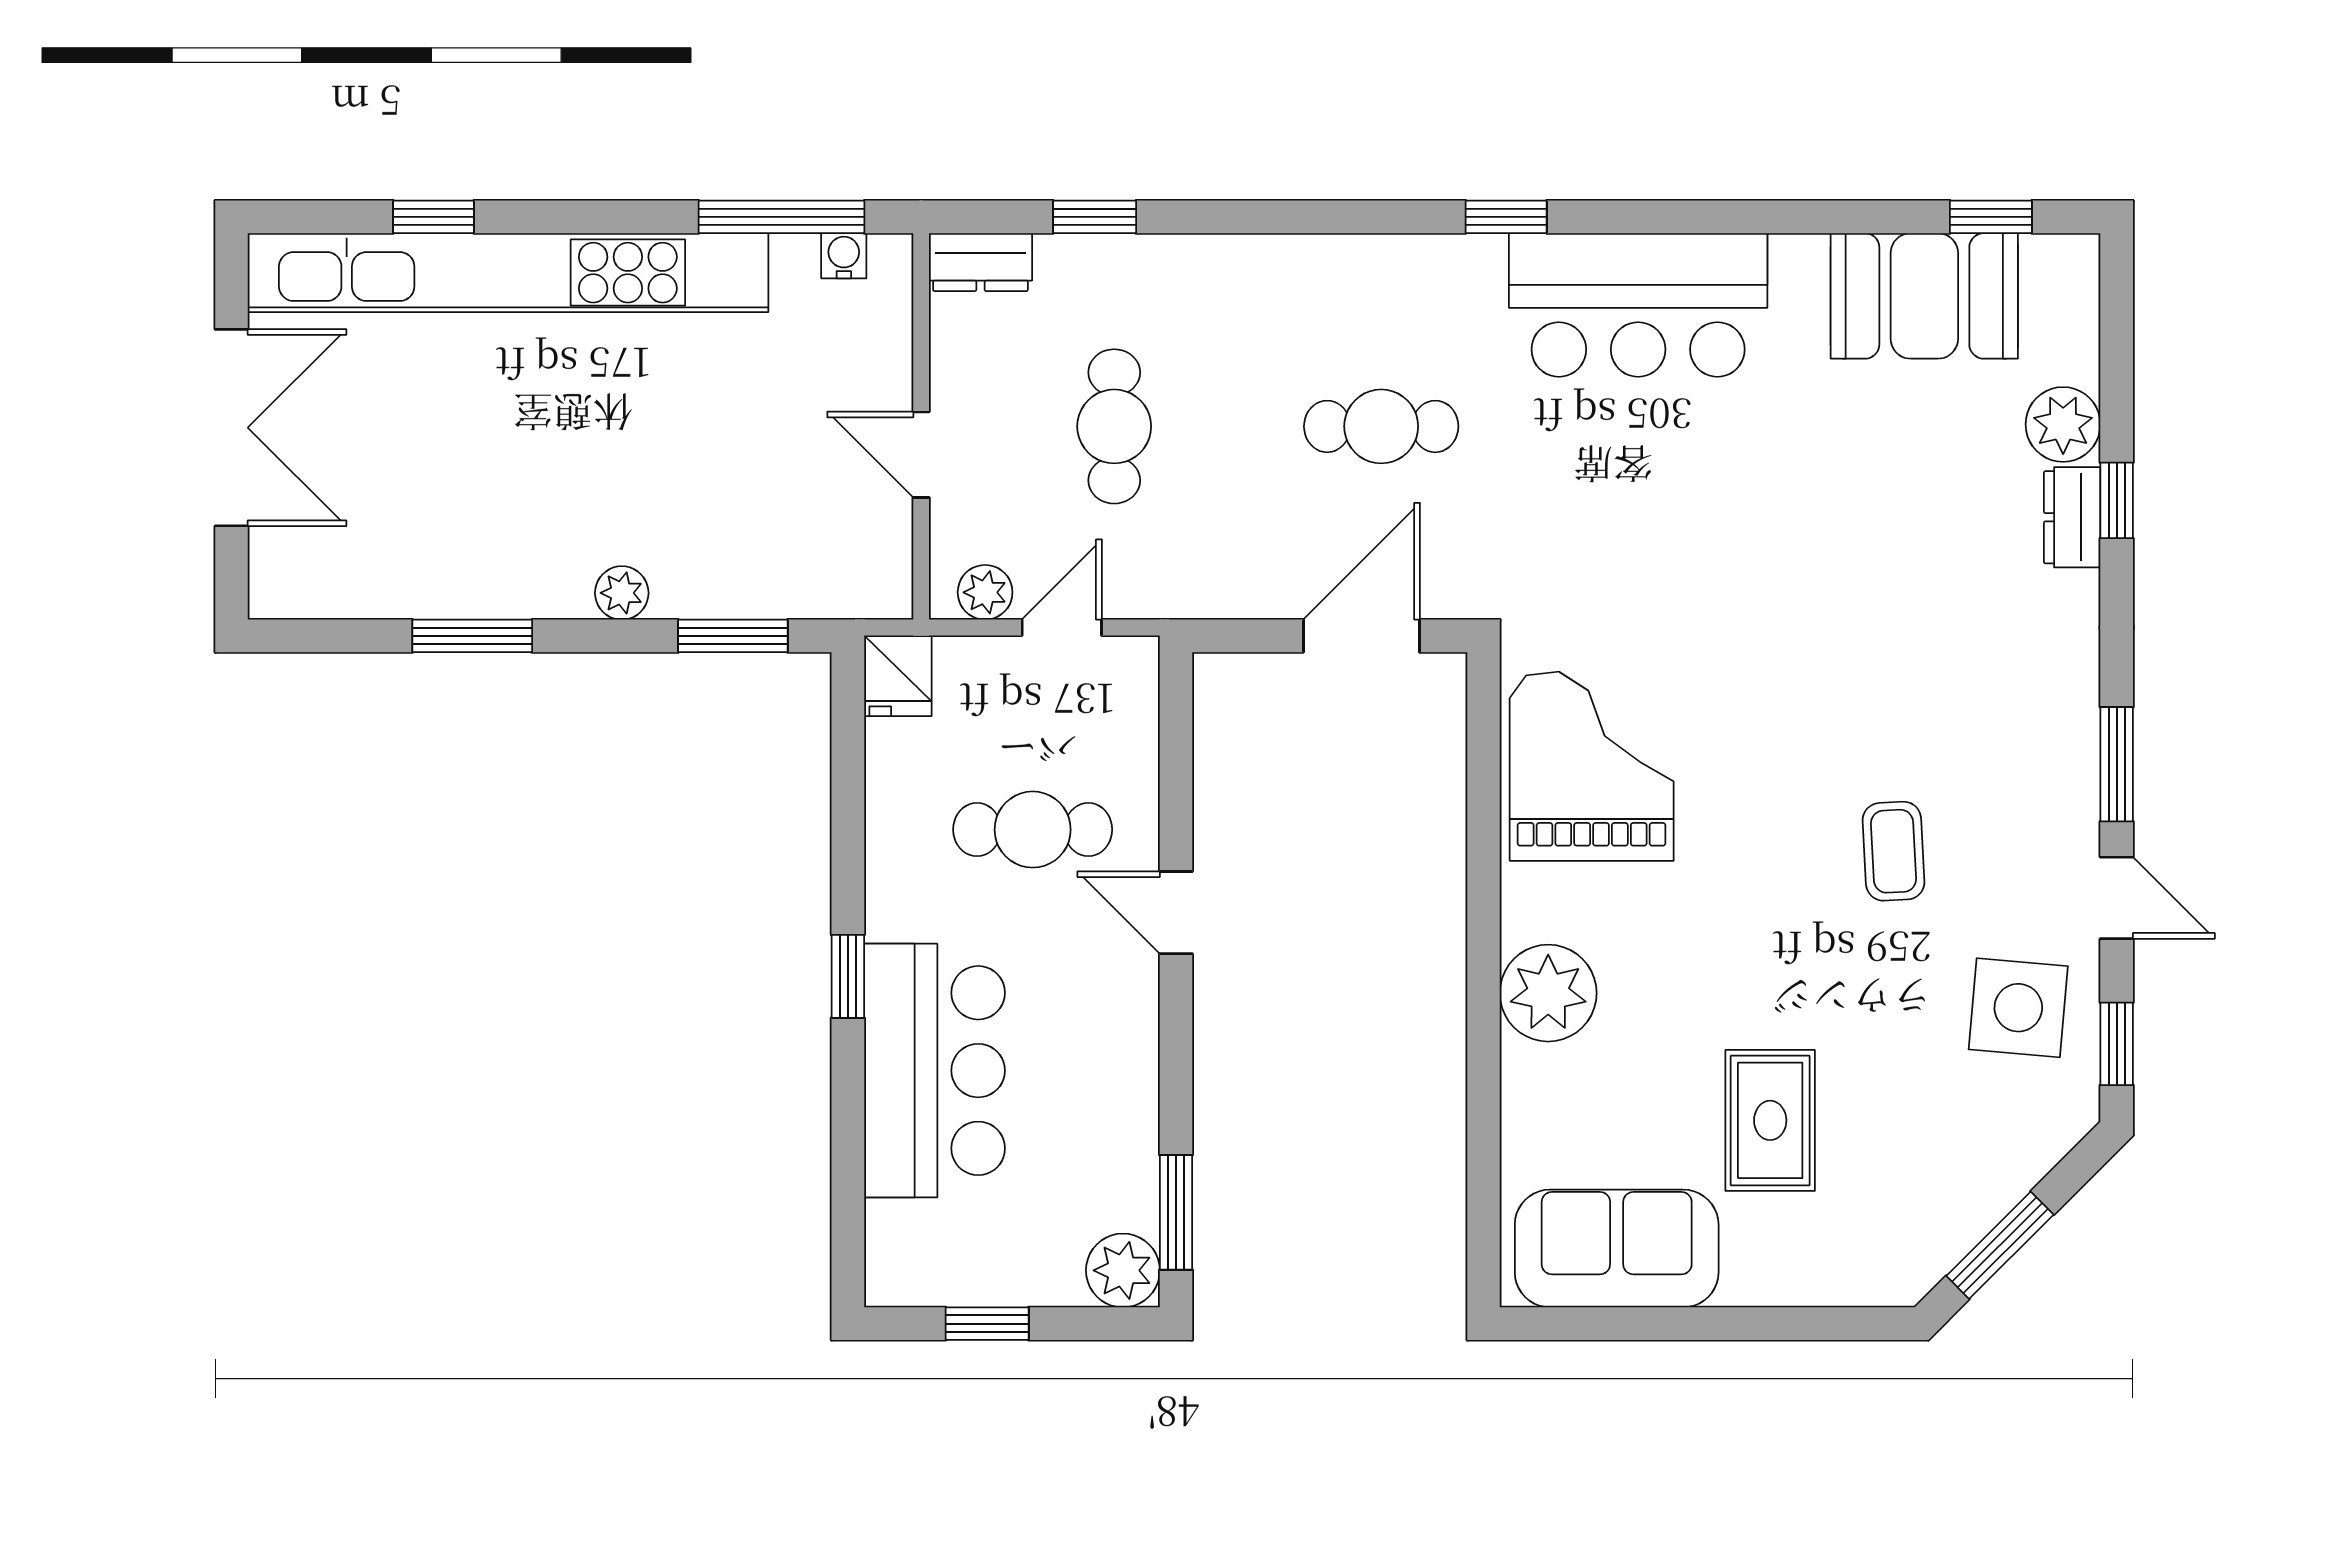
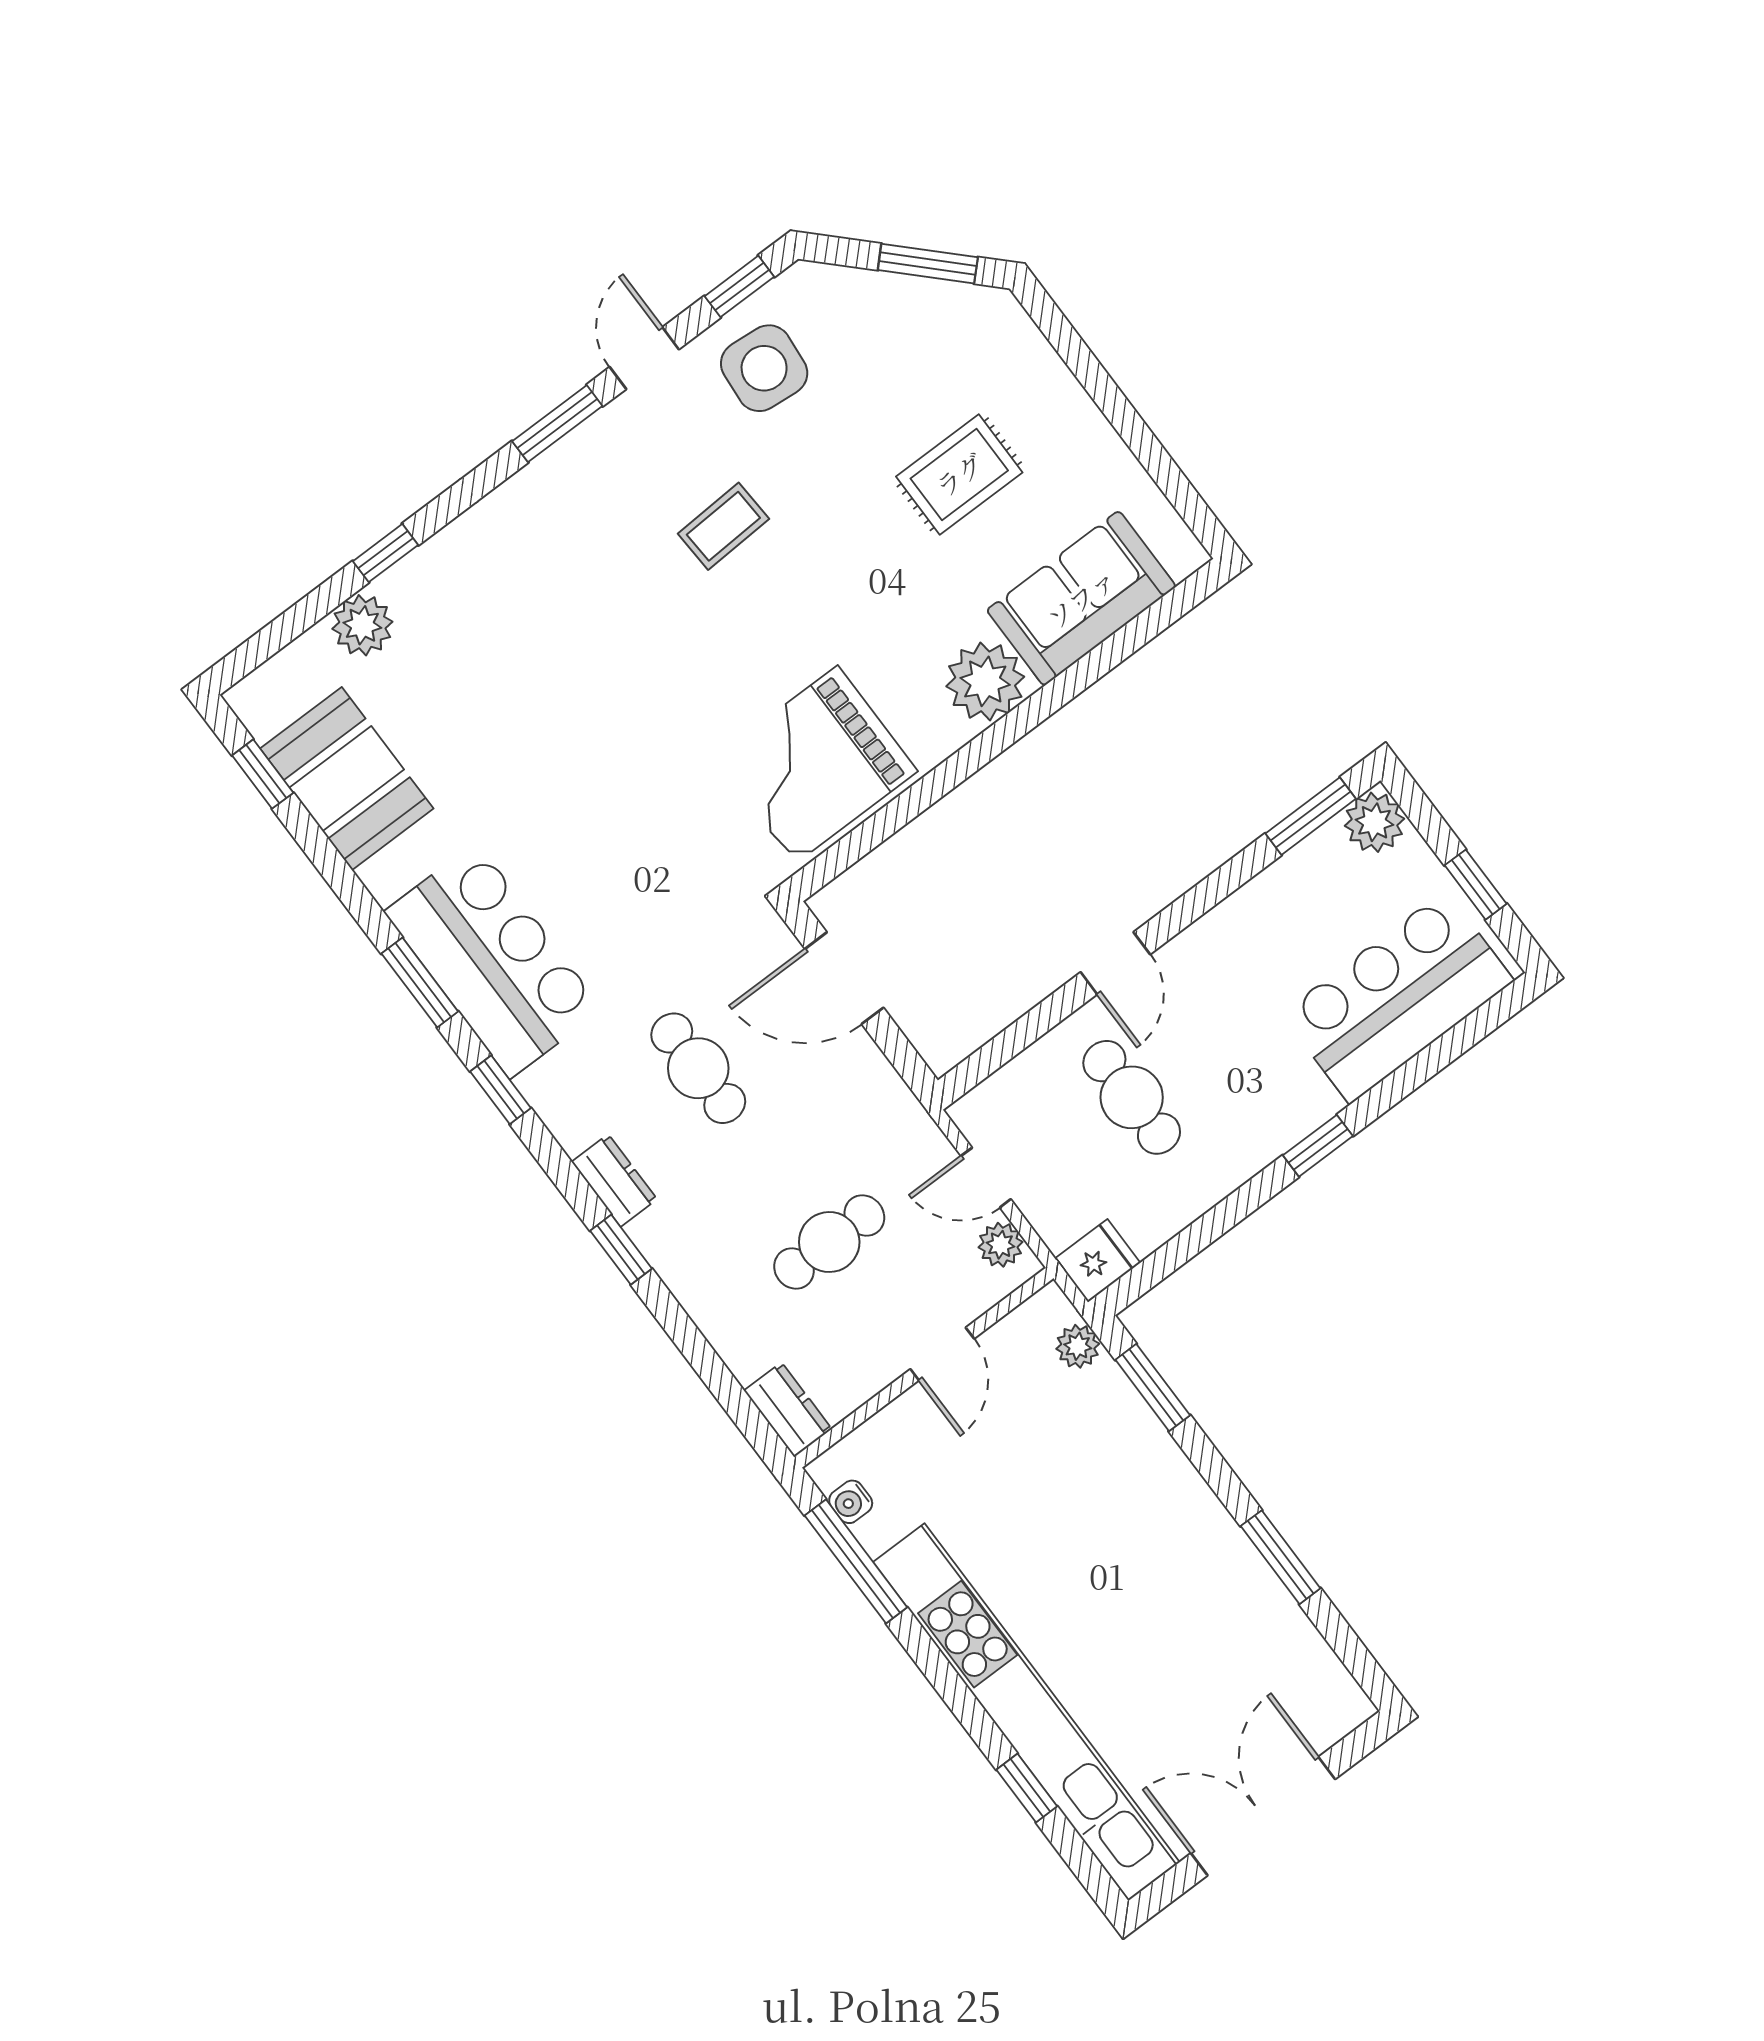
window: (1095, 217) -> (621, 1250), moved
window: (1671, 217) -> (420, 983), added
dresser: (2072, 517) -> (614, 1181), moved, turned -90
plant: (622, 593) -> (1078, 1346), moved
bar counter: (934, 1071) -> (1398, 997), moved
sofa: (1617, 1248) -> (1081, 598), moved, turned 90

